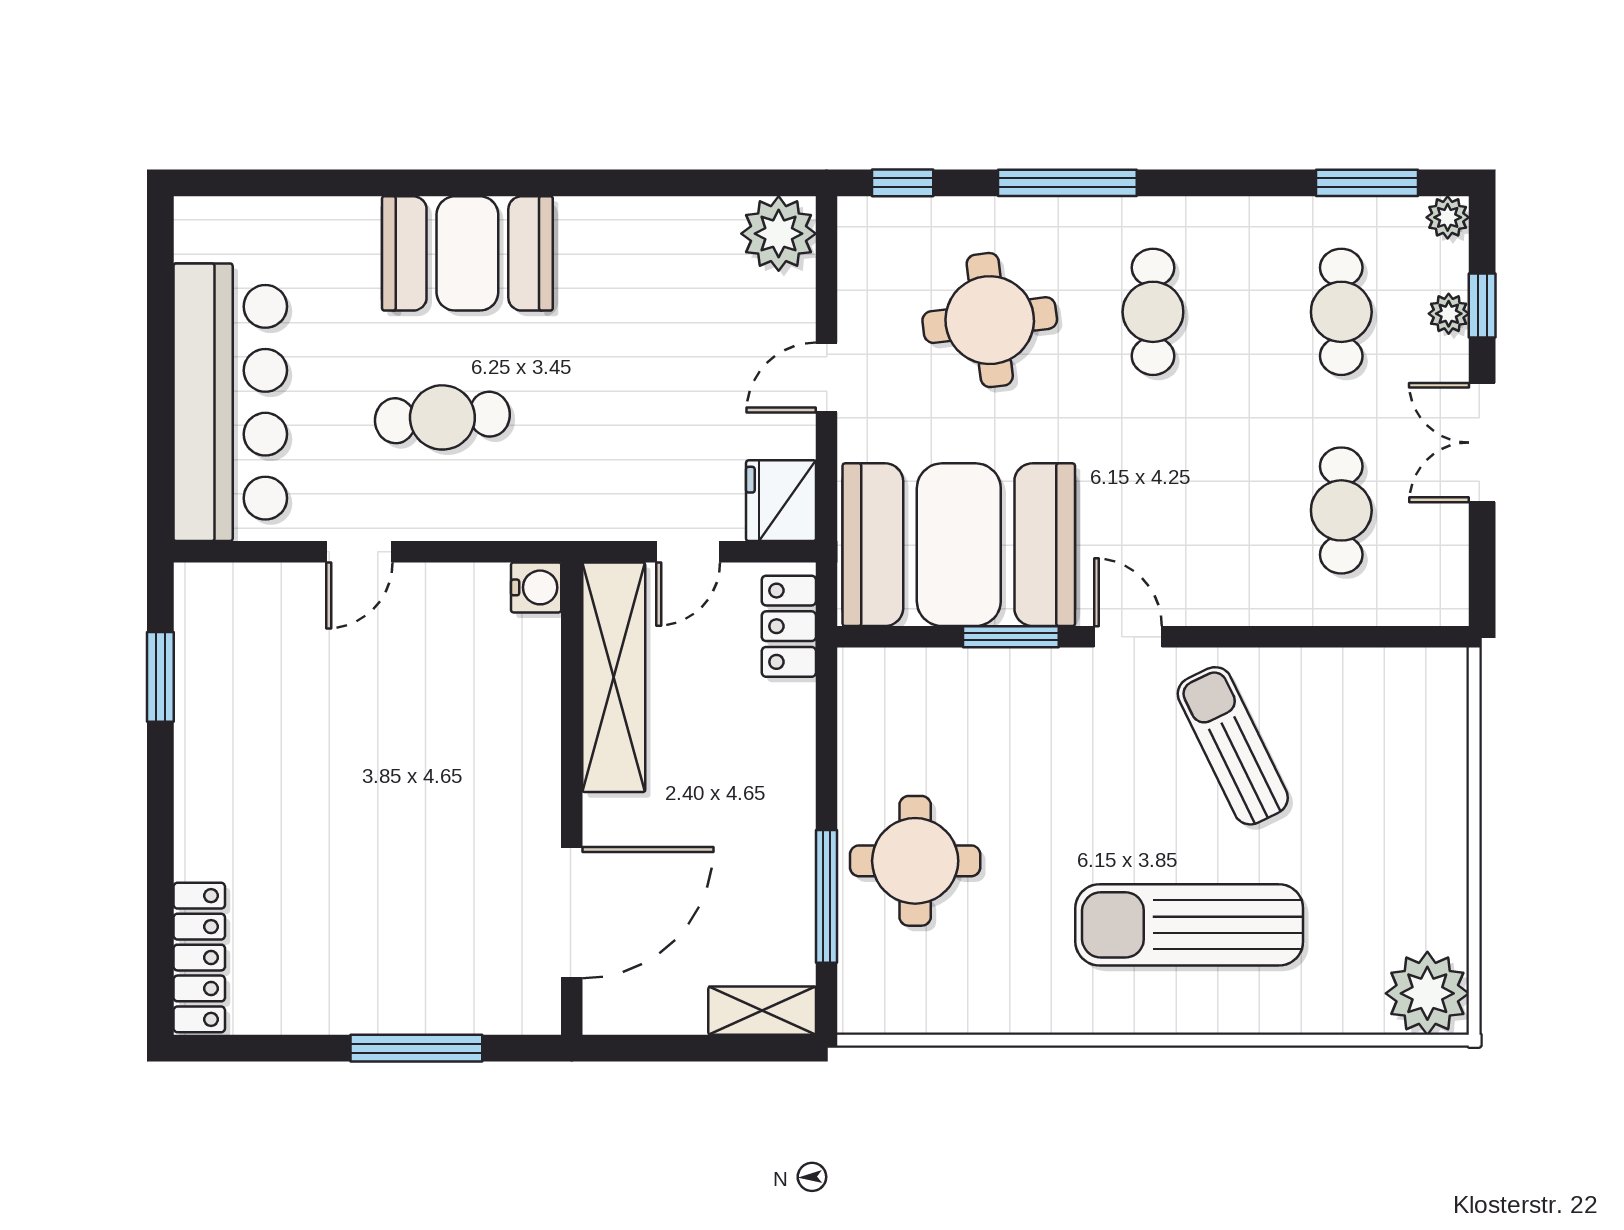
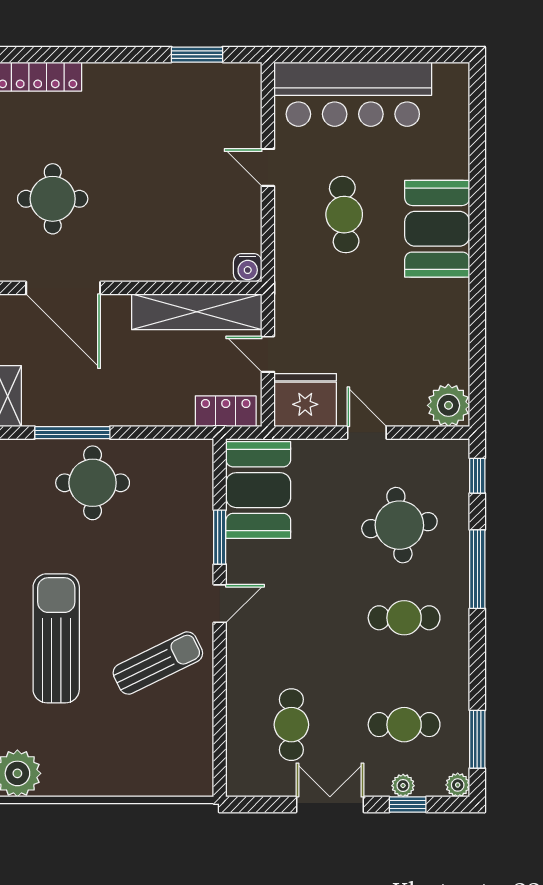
fridge: (781, 501) -> (305, 400), width x1.36, depth x1.34
cafe table: (1341, 510) -> (291, 725), turned 90
booth: (959, 545) -> (258, 490), width x0.73, depth x0.70
round table: (415, 931) -> (53, 199), added

